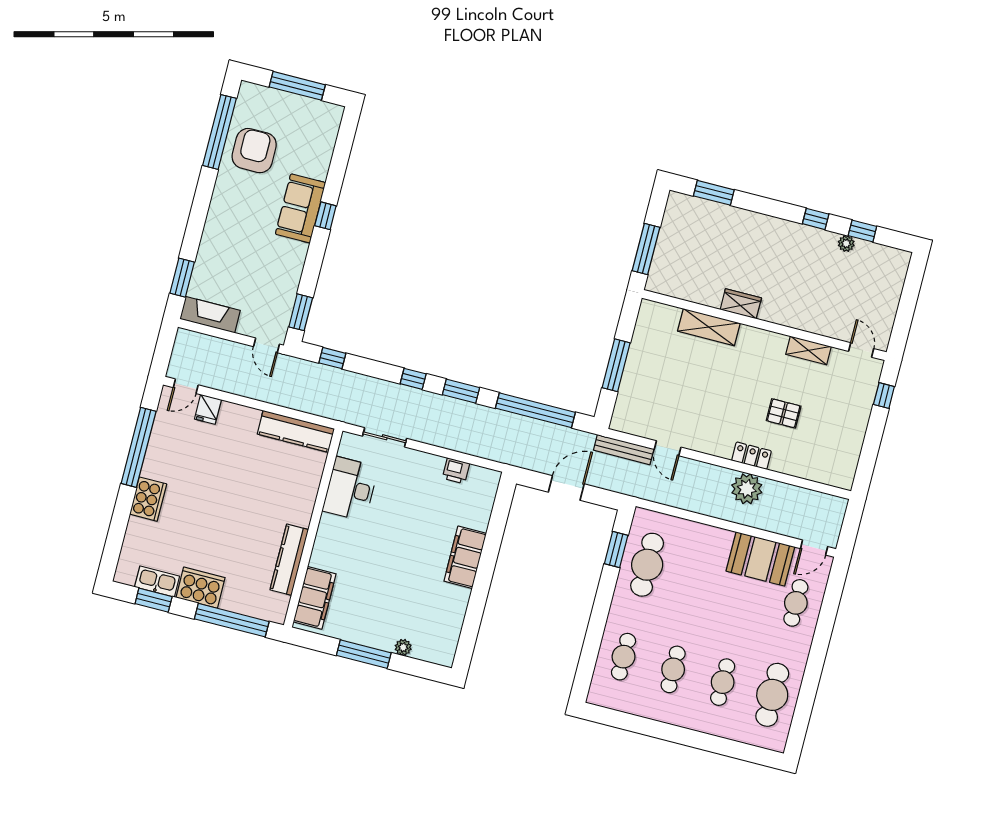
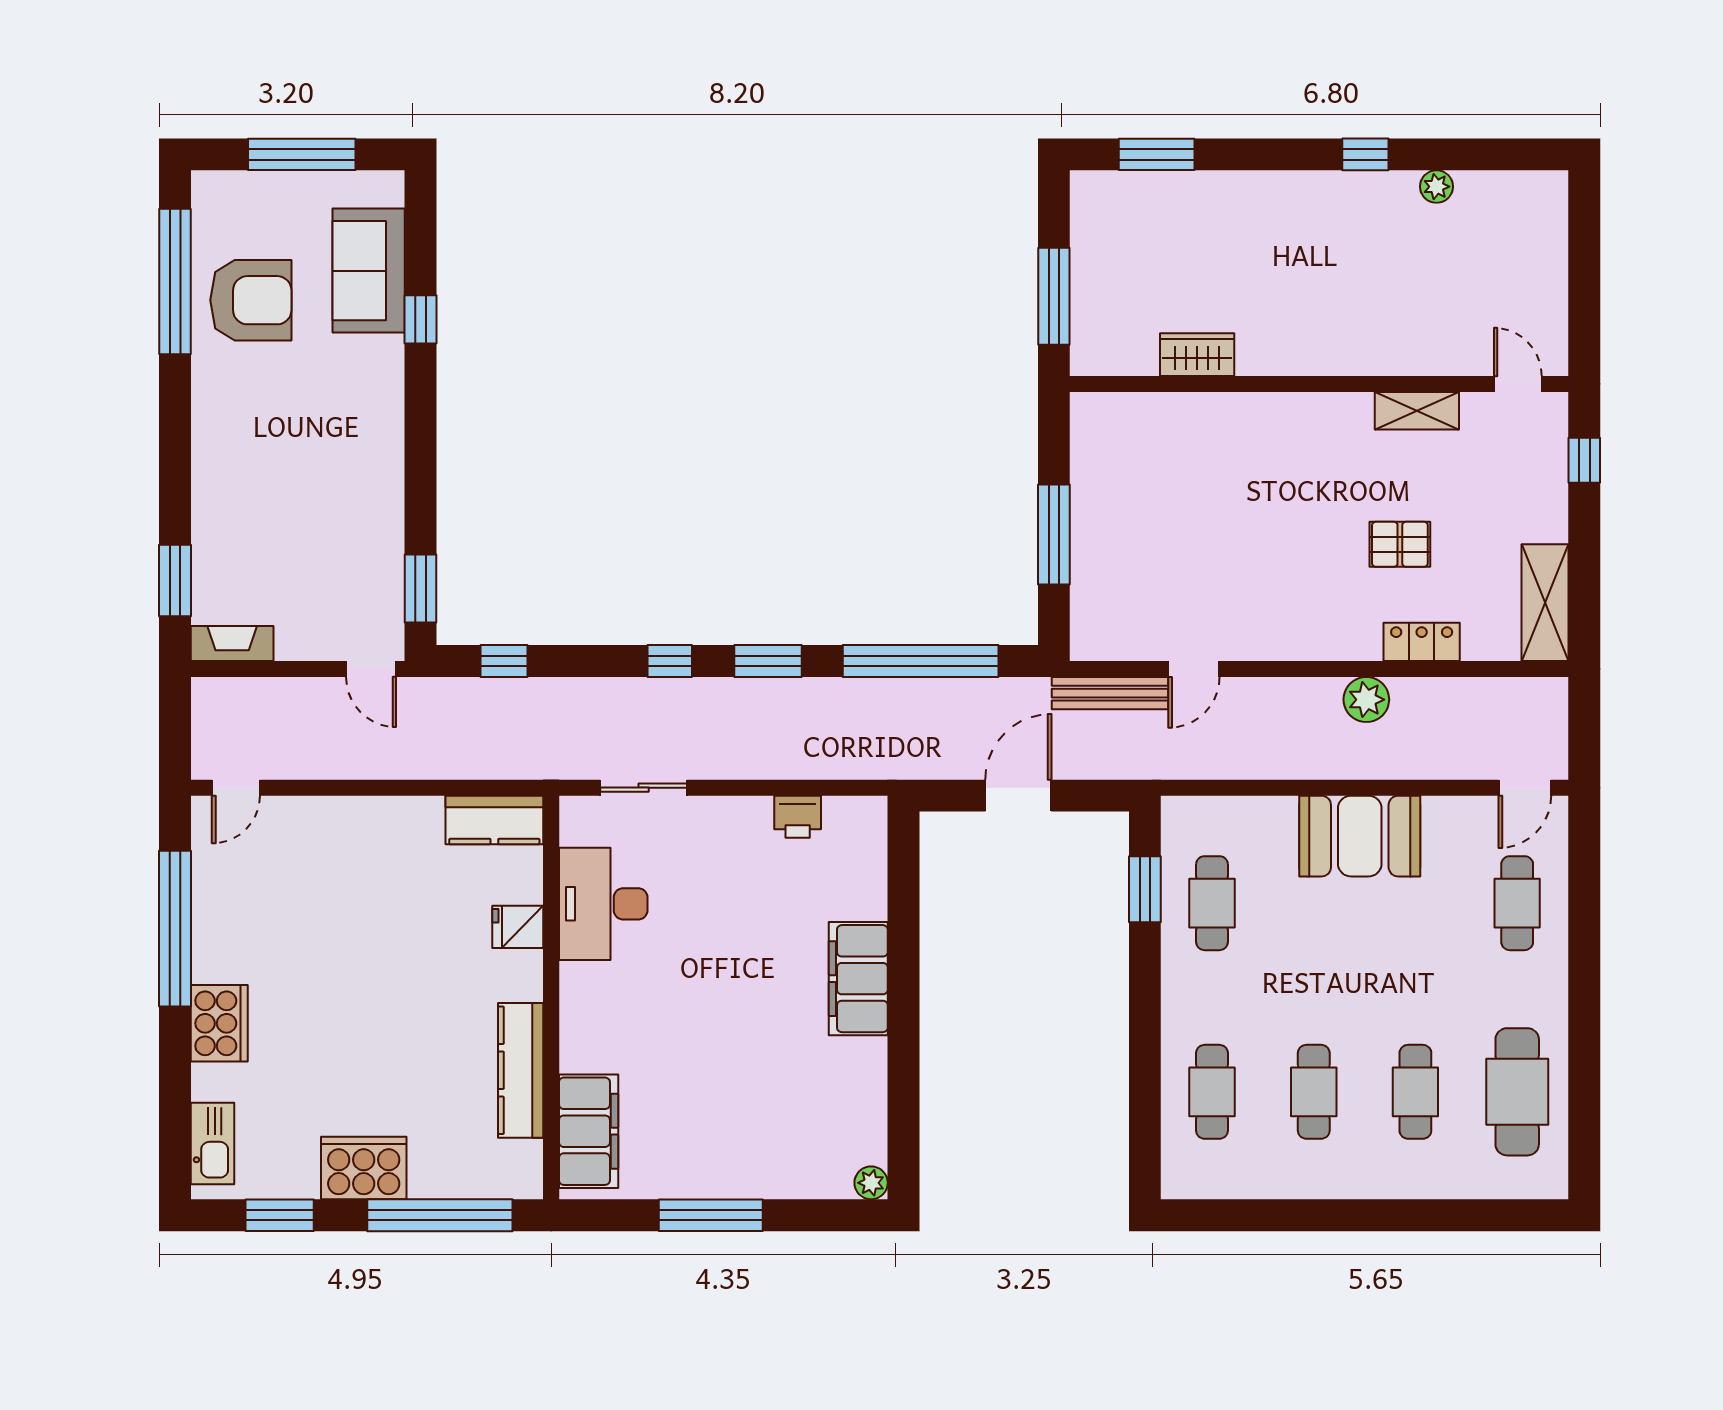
armchair: (254, 151) -> (251, 300), turned 90
sofa: (300, 208) -> (369, 271), moved
window: (325, 216) -> (421, 319), moved
window: (862, 231) -> (1461, 154), removed
wardrobe: (741, 304) -> (1197, 355), moved
fireplace: (210, 315) -> (232, 643), width x0.73, depth x0.76
shelving: (709, 327) -> (1545, 603), moved, turned 90
fridge: (208, 409) -> (518, 927), moved, turned 90
kitchen counter: (296, 431) -> (494, 820), width x0.67
door: (668, 448) -> (1194, 669), hinge flipped
locker: (752, 456) -> (1422, 642), moved
plant: (747, 489) -> (1366, 700), width x0.73, depth x0.73
booth: (760, 559) -> (1360, 836), moved
cafe table: (647, 565) -> (1212, 903), width x0.73, depth x0.74
kitchen sink: (157, 582) -> (212, 1143), moved, turned 90
plant: (403, 647) -> (871, 1183), moved

